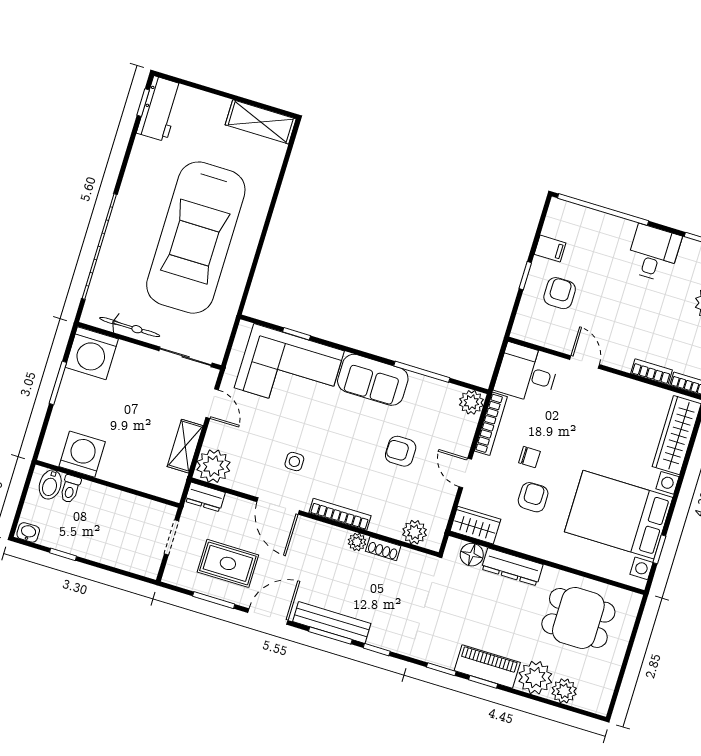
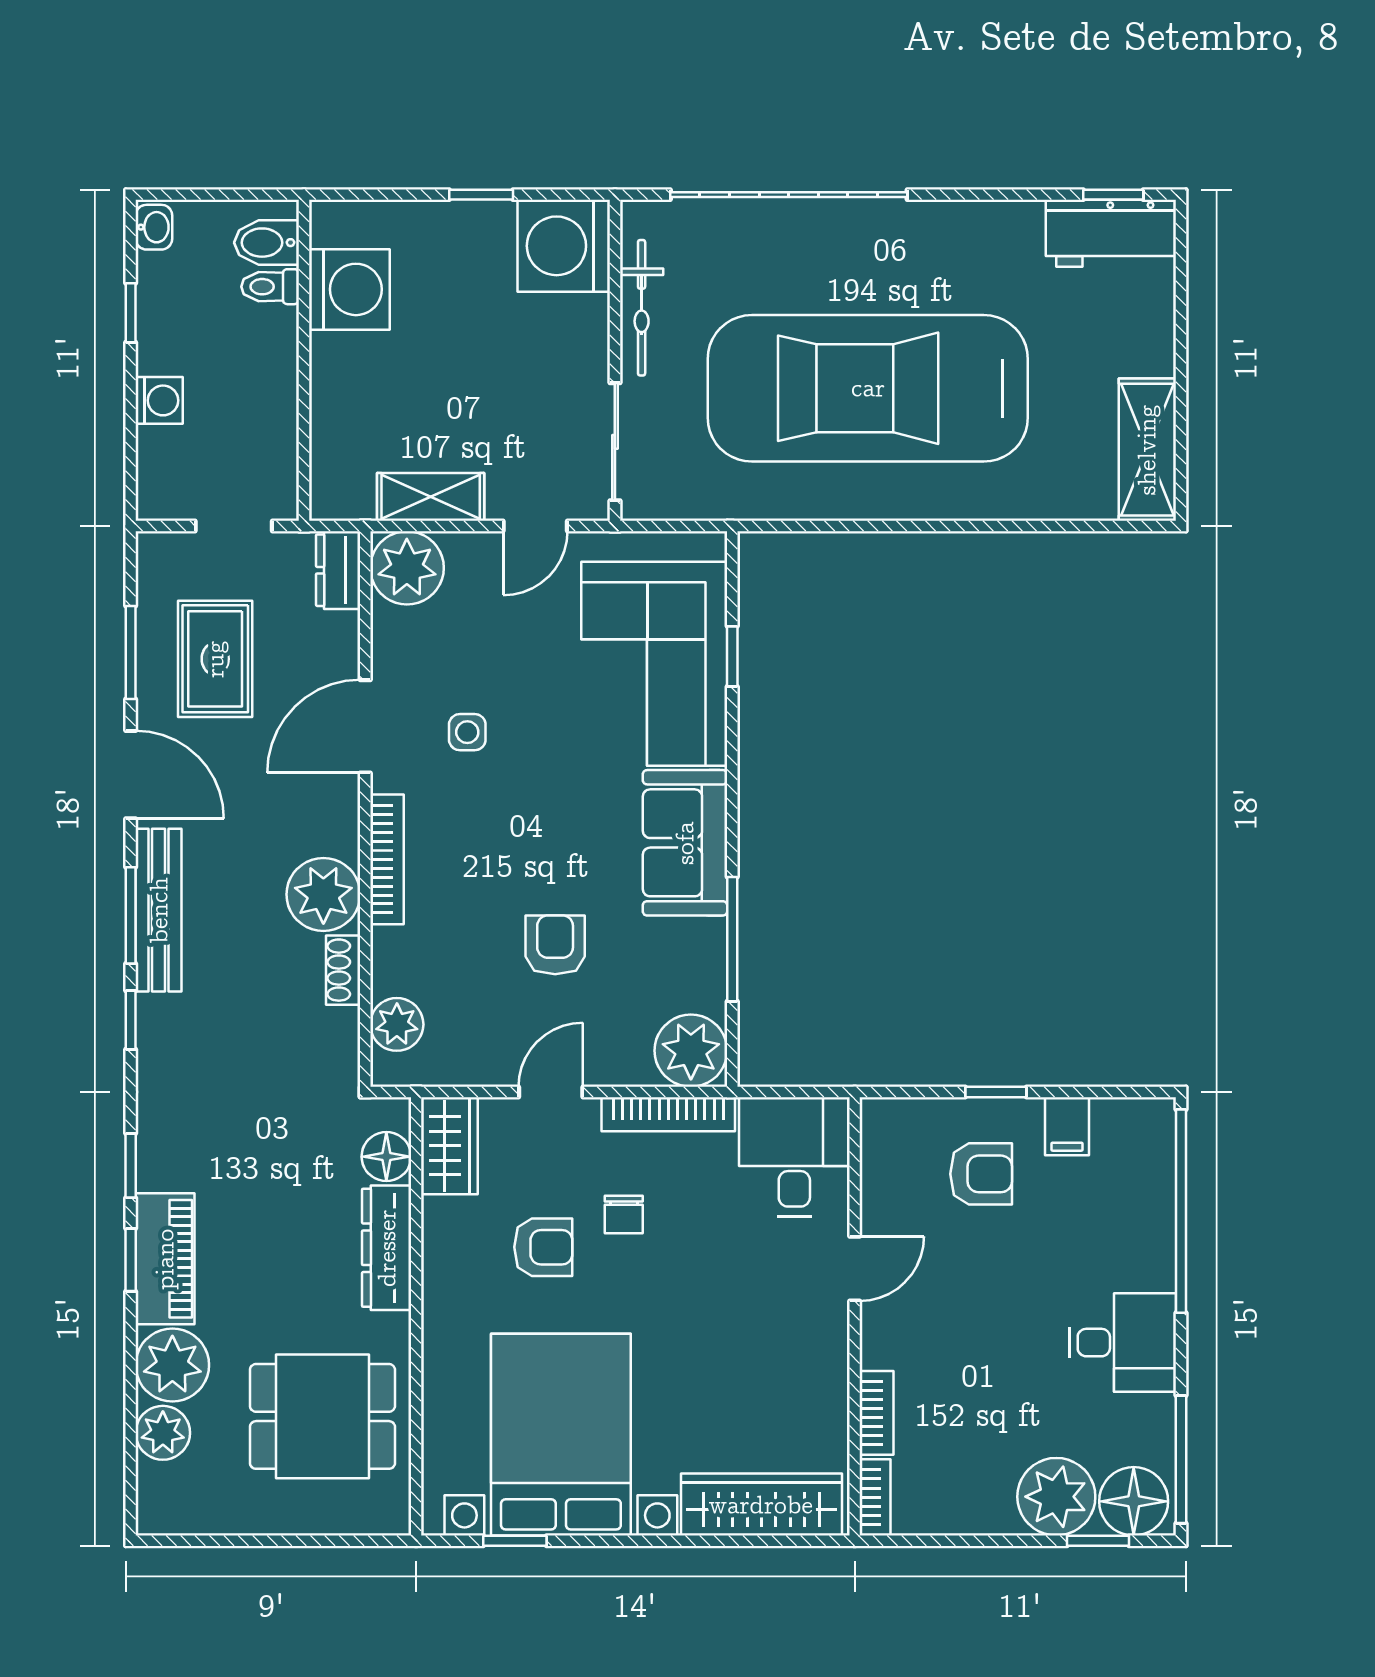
window: (58, 383) -> (481, 195), width x0.67
plant: (471, 402) -> (691, 1051), width x1.36, depth x1.36
plant: (357, 542) -> (323, 894), width x1.88, depth x1.88
washing machine: (106, 553) -> (159, 400), added
dining table: (578, 618) -> (322, 1416), turned 90

